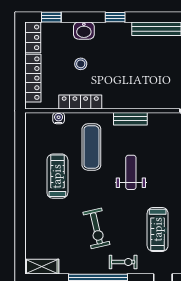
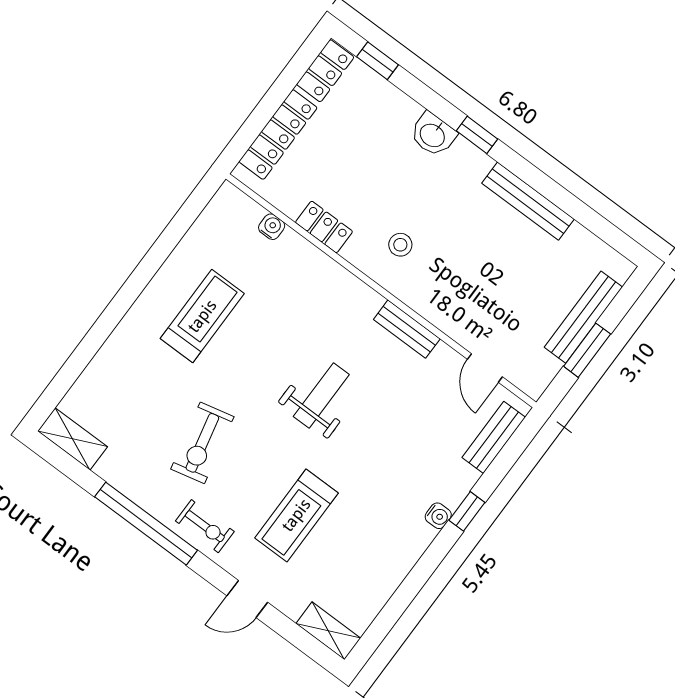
washbasin: (84, 31) -> (433, 135), moved
stool: (81, 64) -> (400, 245), moved
locker: (80, 102) -> (324, 227), width x0.66
bench: (130, 119) -> (407, 329), moved
exercise mat: (91, 147) -> (289, 310), removed

